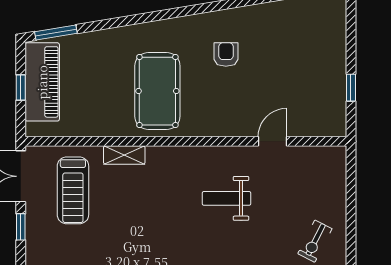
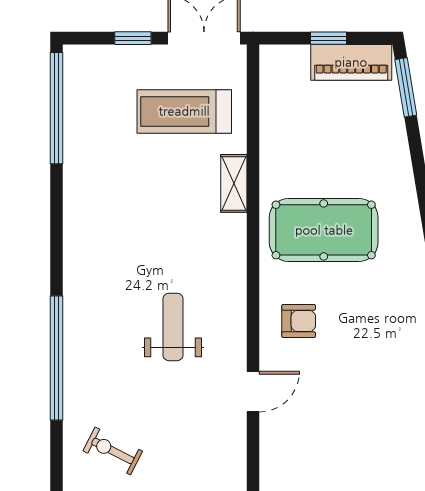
armchair: (226, 54) -> (299, 321), moved
piano: (42, 82) -> (351, 62), width x0.73, depth x0.75
door: (273, 141) -> (253, 392), hinge flipped

